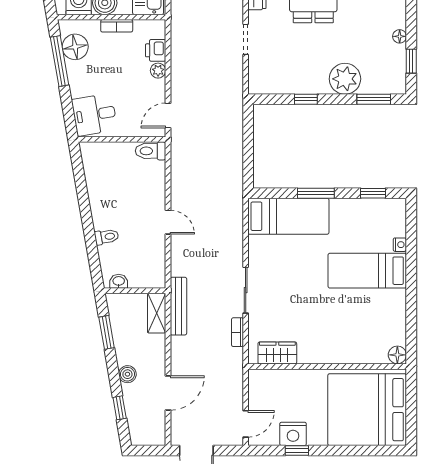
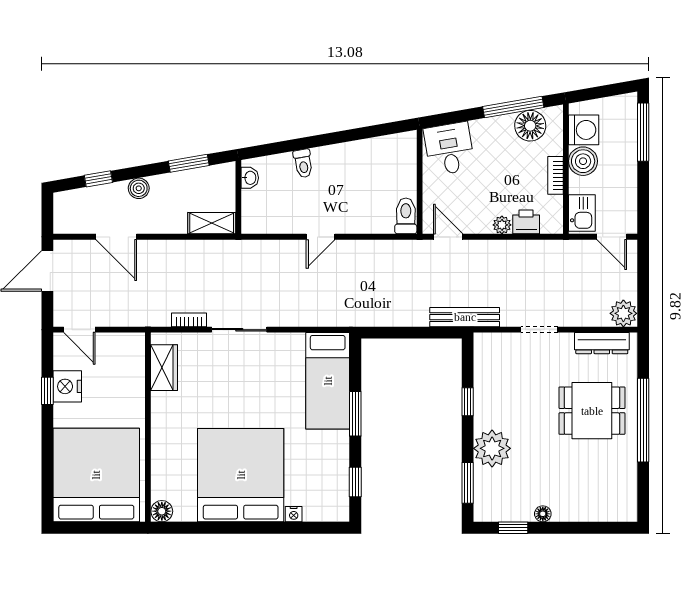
bed: (367, 271) -> (241, 475), width x2.04
bench: (178, 306) -> (465, 317), moved

